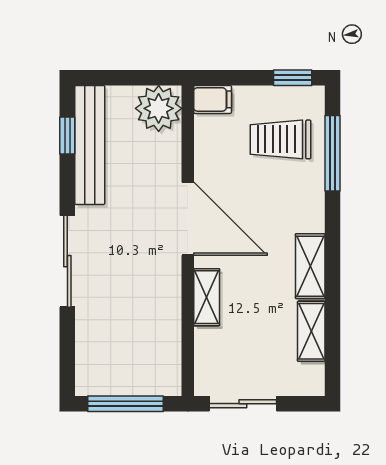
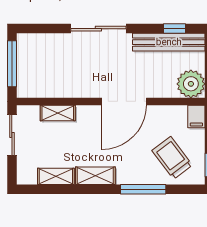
trolley: (281, 139) -> (172, 158), turned -37
window: (332, 153) -> (143, 189), moved
shelving: (207, 297) -> (58, 113), moved

